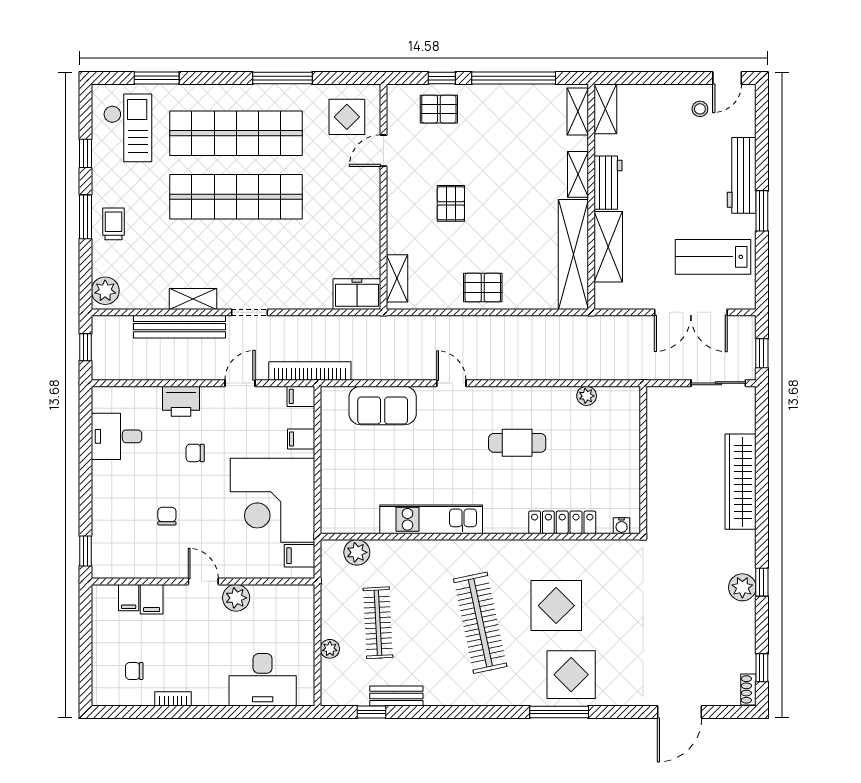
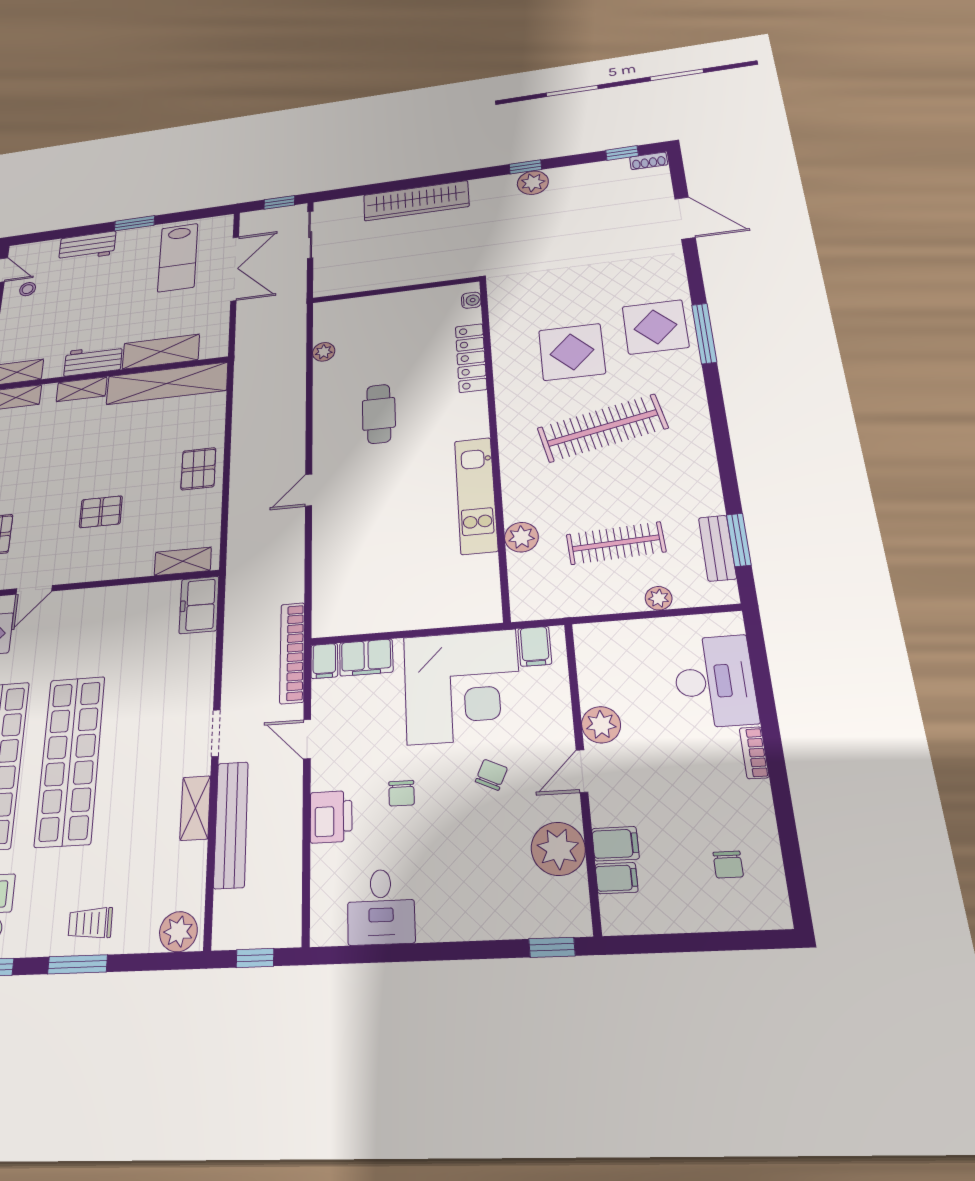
door: (384, 151) -> (34, 590), hinge flipped
workbench: (742, 175) -> (87, 246), width x0.73
sofa: (383, 405) -> (336, 563), removed
filing cabinet: (301, 439) -> (366, 657), width x2.00
chair: (167, 516) -> (491, 775), moved, turned 115
plant: (357, 552) -> (521, 537), moved
plant: (150, 560) -> (558, 849), added
bench: (396, 696) -> (717, 548), moved
bookcase: (173, 699) -> (754, 753), moved
window: (372, 712) -> (739, 540), width x1.50

